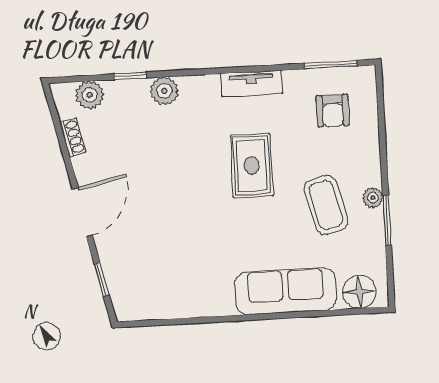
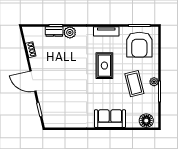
dresser: (127, 91) -> (54, 32), added
plant: (90, 95) -> (39, 32), removed
armchair: (333, 111) -> (139, 45), width x1.88, depth x1.88
door: (82, 212) -> (33, 81), swing flipped
sofa: (286, 291) -> (110, 119), width x0.73

